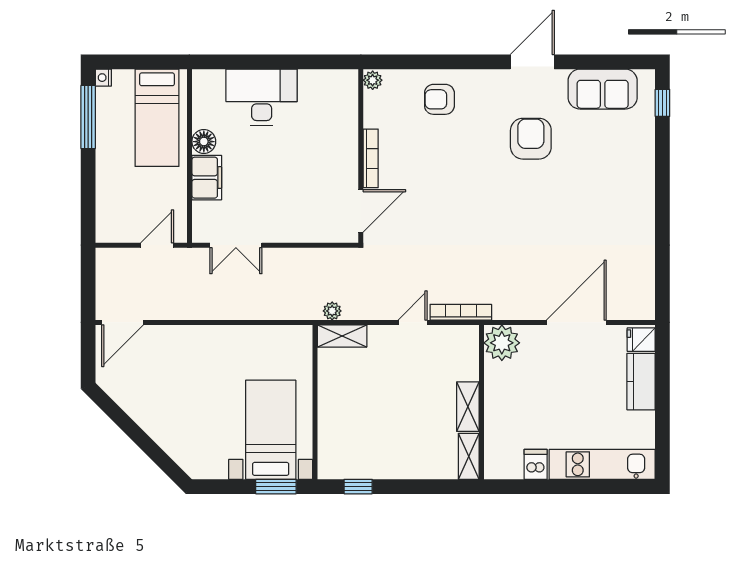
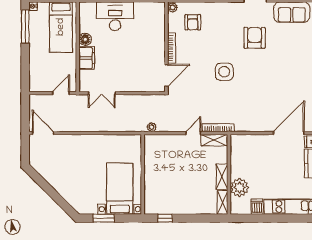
armchair: (439, 99) -> (193, 22), moved, turned -90
side table: (472, 204) -> (224, 72), added
door: (123, 322) -> (43, 133), swing flipped
door: (576, 322) -> (289, 133), moved
shelving: (342, 336) -> (214, 140), moved
plant: (502, 343) -> (239, 188), moved
window: (276, 487) -> (104, 218), moved

